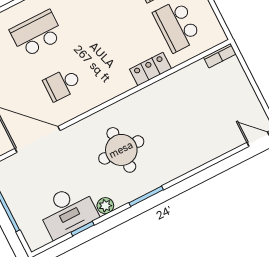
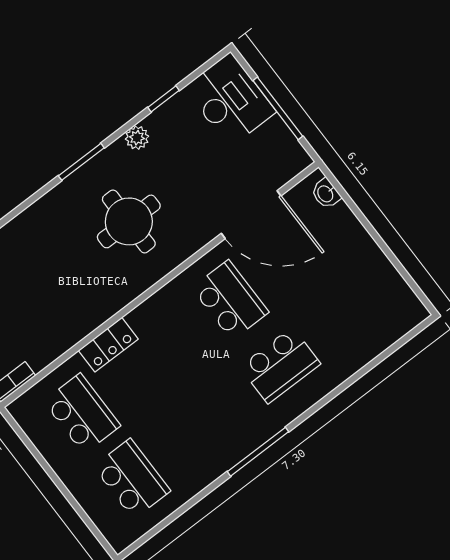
school desk: (62, 84) -> (230, 300), width x1.85
desk: (68, 211) -> (230, 100), moved, turned 90

